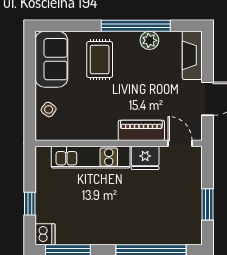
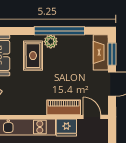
plant: (149, 40) -> (51, 42), moved
window: (208, 58) -> (112, 54), added

